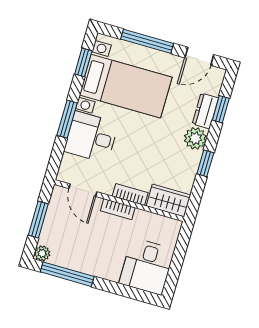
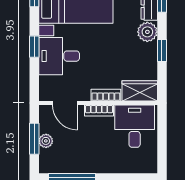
window: (67, 119) -> (34, 47), width x0.67
plant: (42, 253) -> (46, 141), moved
desk: (147, 266) -> (135, 126), moved, turned 180

